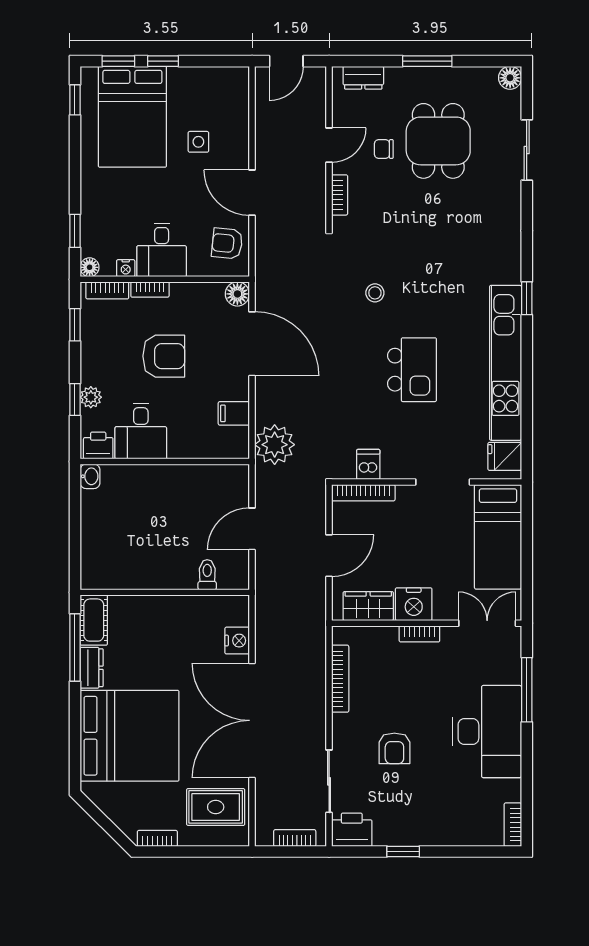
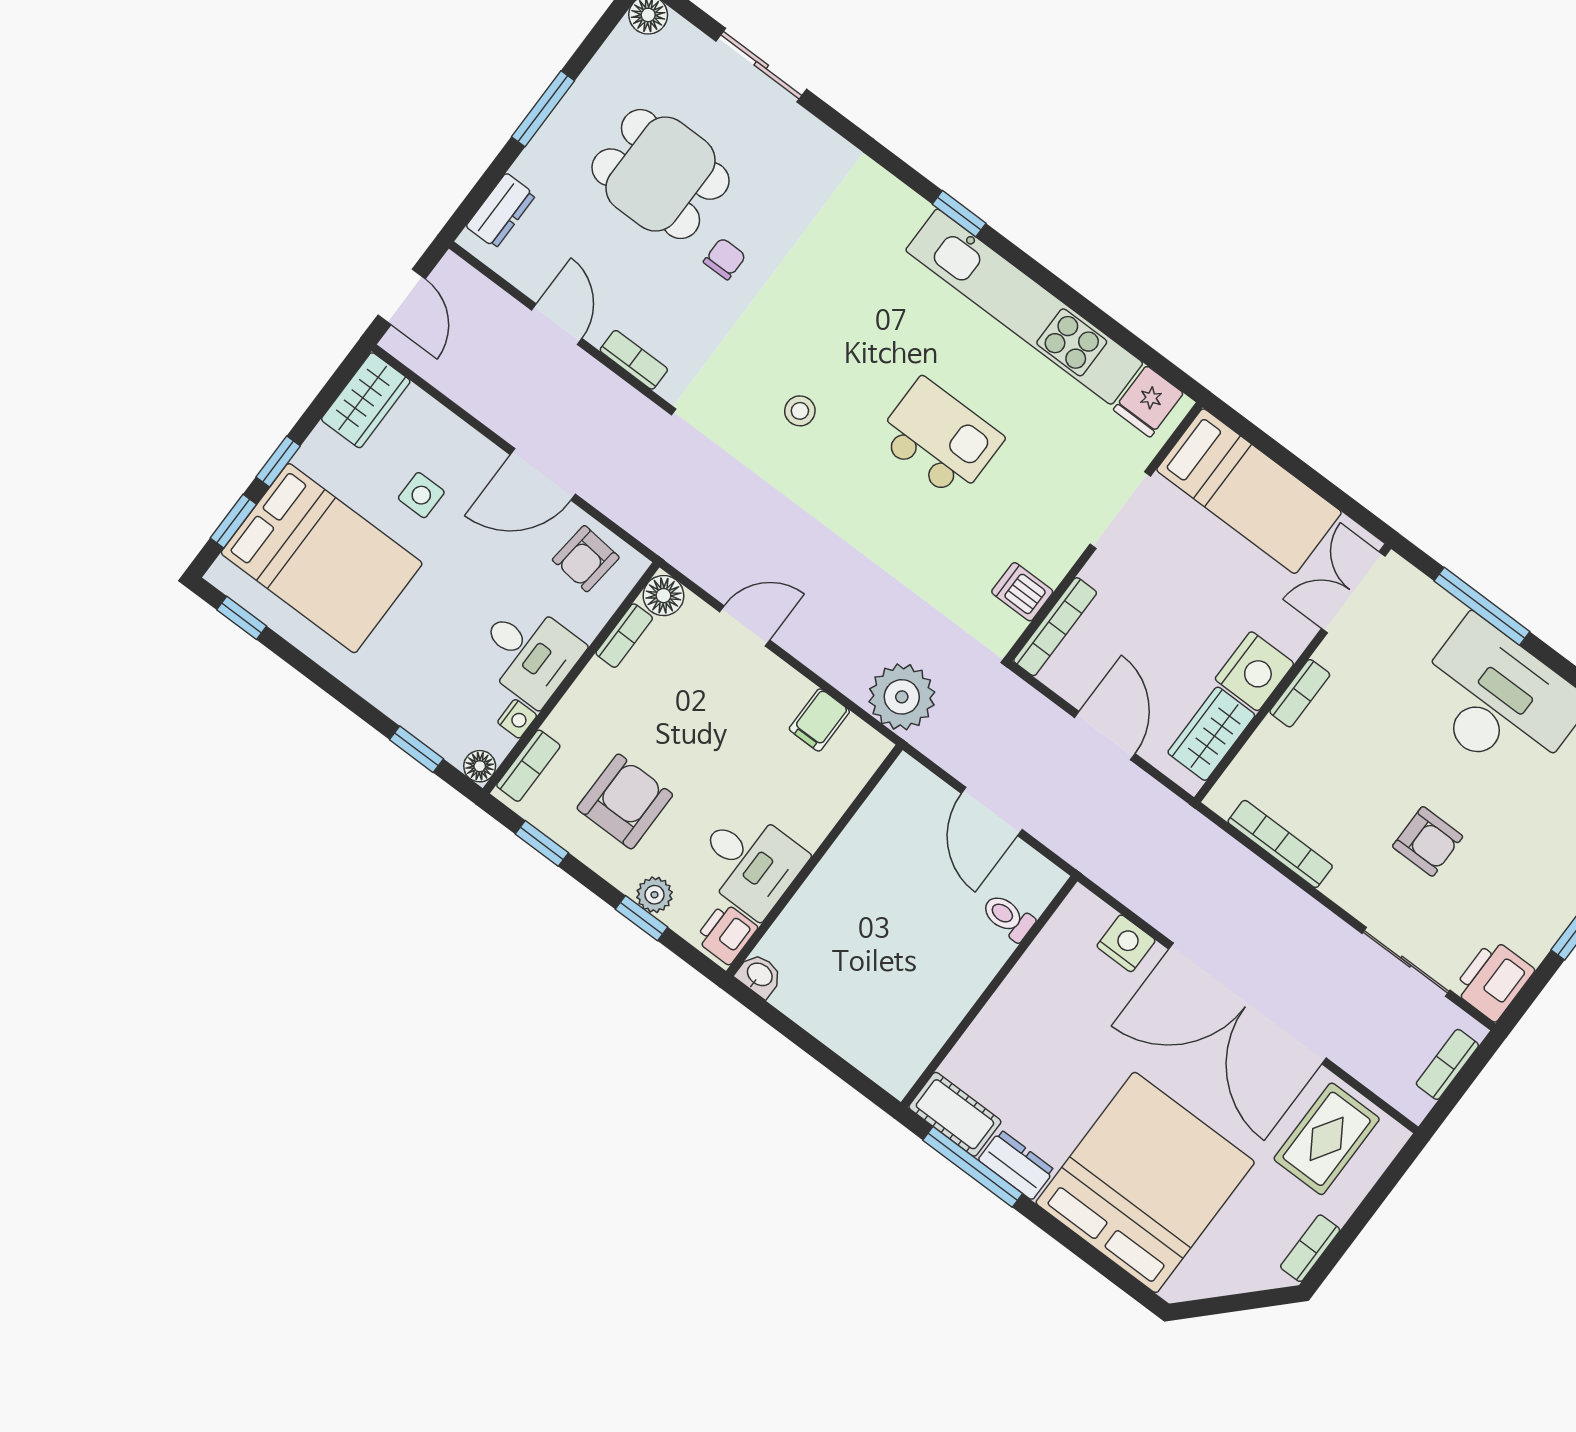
wardrobe: (224, 81) -> (366, 400), added
chair: (384, 149) -> (725, 259), moved, turned 180
bookcase: (150, 290) -> (624, 636), moved
door: (252, 344) -> (745, 626), width x0.53
armchair: (164, 356) -> (625, 801), moved

